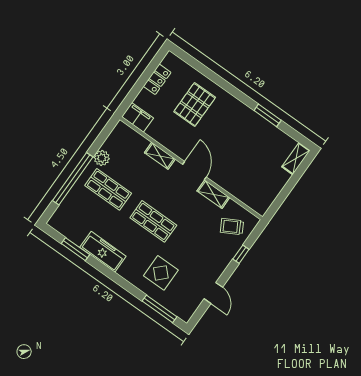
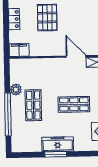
shelving: (160, 156) -> (49, 63), removed
shop shelf: (108, 189) -> (33, 105), turned 90
window: (75, 249) -> (56, 154), moved

